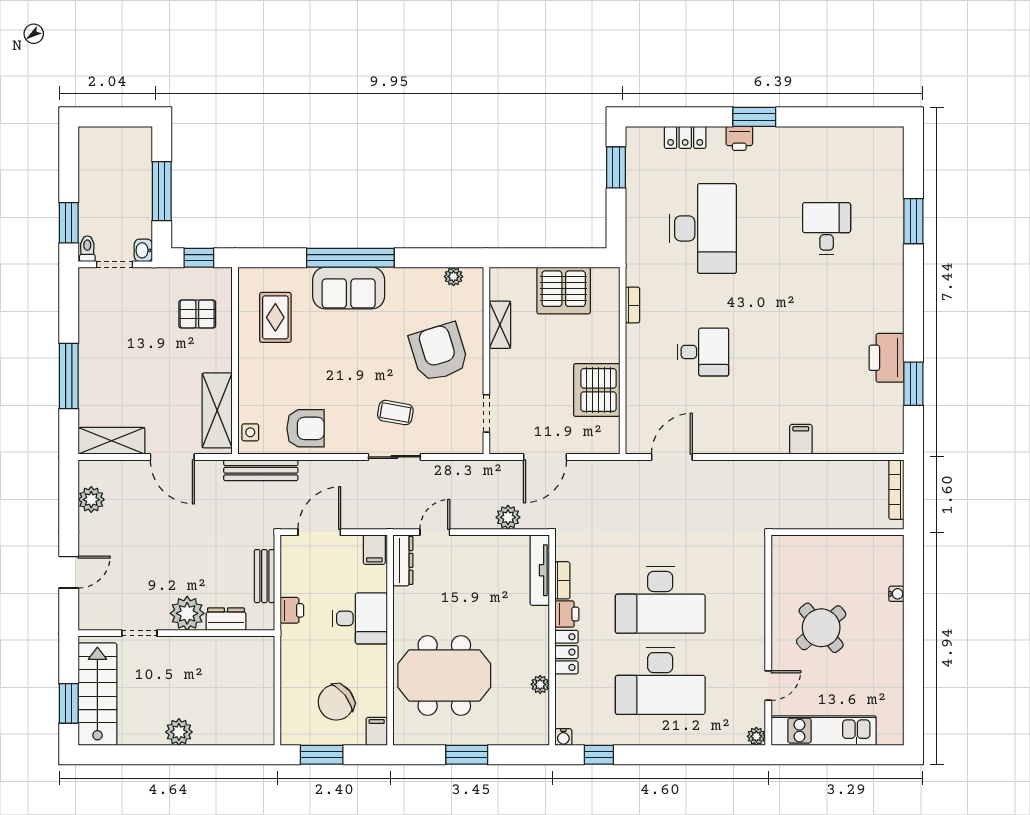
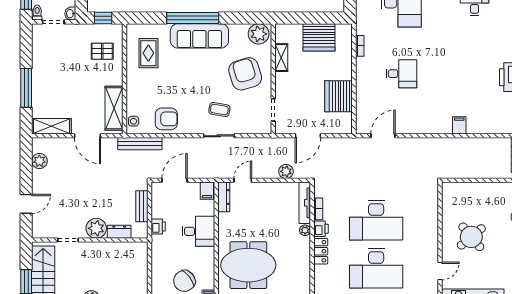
plant: (454, 277) -> (259, 34), width x1.87, depth x1.87
sofa: (349, 288) -> (199, 36), width x1.36
plant: (540, 684) -> (305, 230), moved

